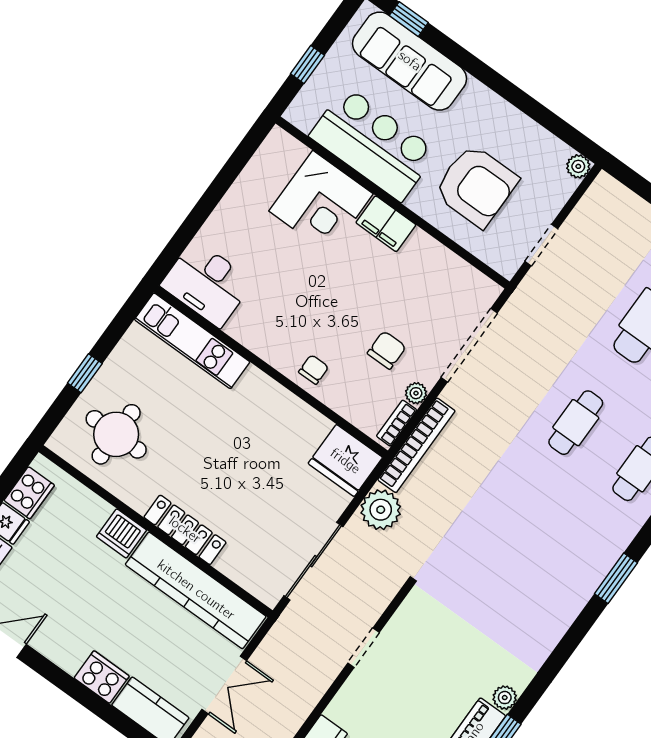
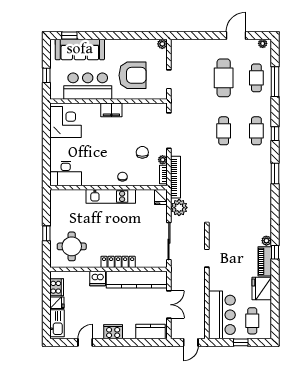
corner desk: (321, 202) -> (65, 122), moved, turned -90
kitchen unit: (192, 341) -> (111, 196), moved
fridge: (345, 461) -> (161, 197), width x0.53, depth x0.75
cooker: (102, 677) -> (113, 332), moved

